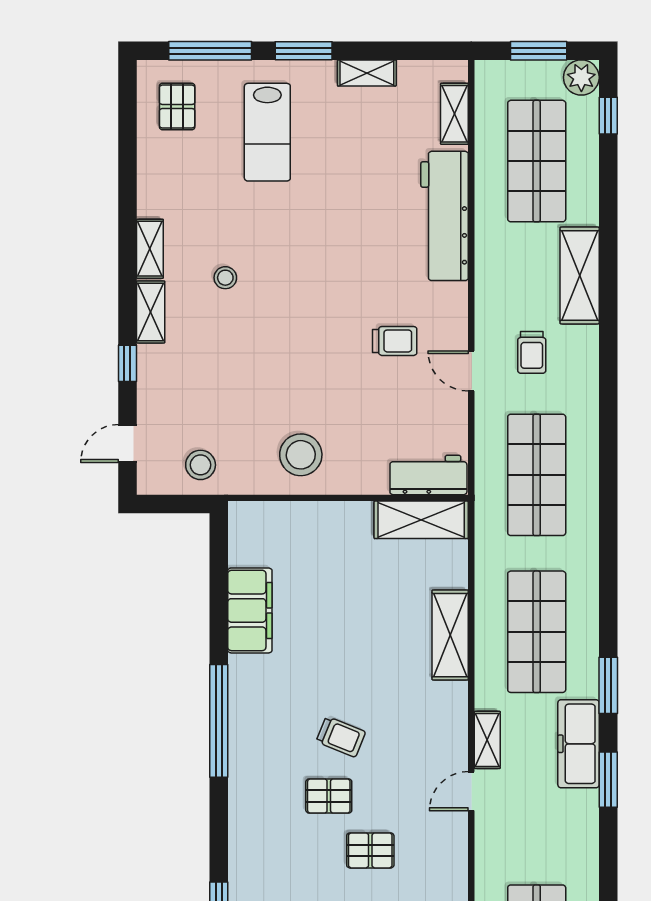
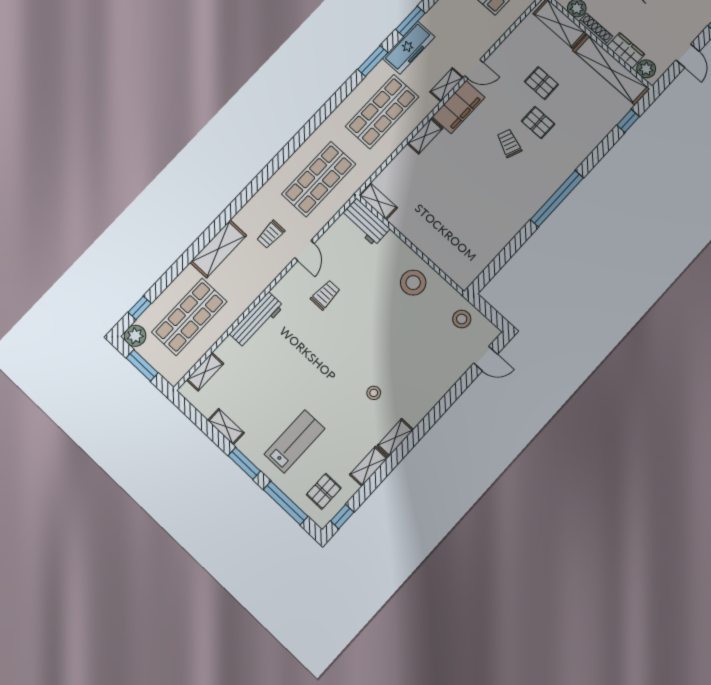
workbench: (445, 216) -> (257, 320), width x0.73, depth x0.76
shelving: (151, 312) -> (369, 466), moved
trolley: (395, 341) -> (325, 295), turned 90
trolley: (532, 352) -> (271, 234), turned 180
window: (127, 363) -> (342, 517), moved
shelving: (421, 520) -> (378, 201), width x0.67, depth x0.75
filing cabinet: (250, 610) -> (459, 107), moved, turned 180
shelving: (450, 635) -> (425, 136), width x0.67, depth x0.75

